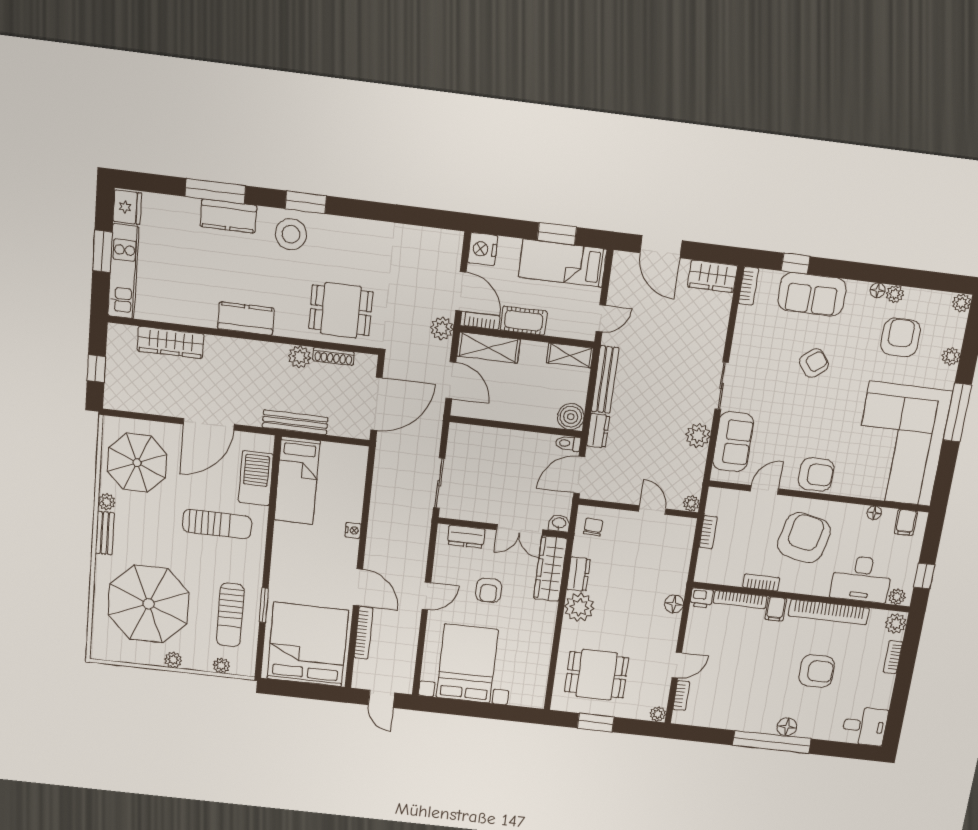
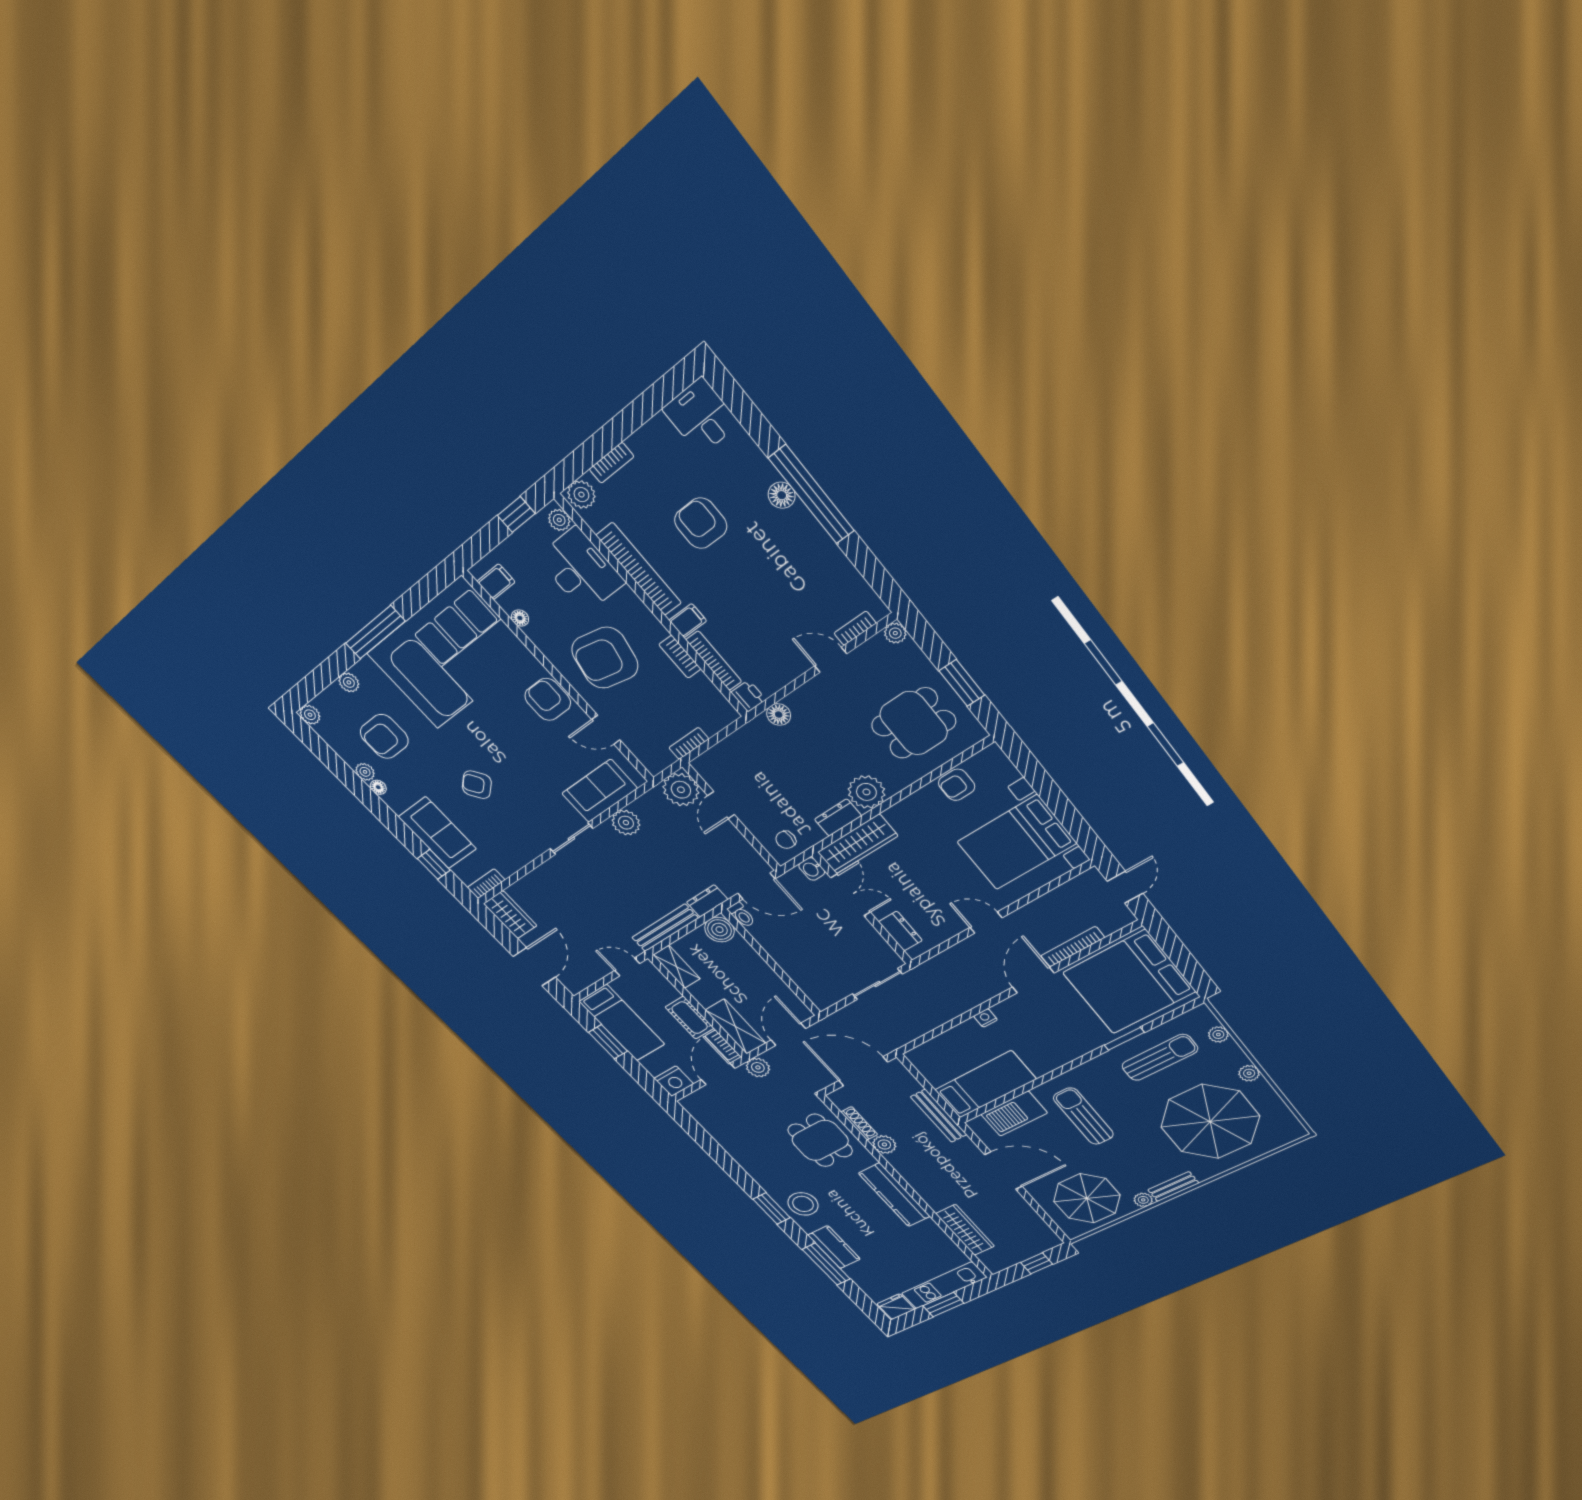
kitchen counter: (246, 319) -> (894, 1195), width x1.50
plant: (691, 503) -> (681, 790), width x1.87, depth x1.87
armchair: (489, 590) -> (957, 785), moved, turned 180
dining table: (597, 675) -> (914, 723), turned 90

